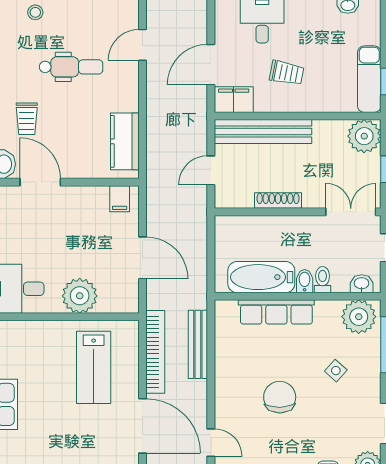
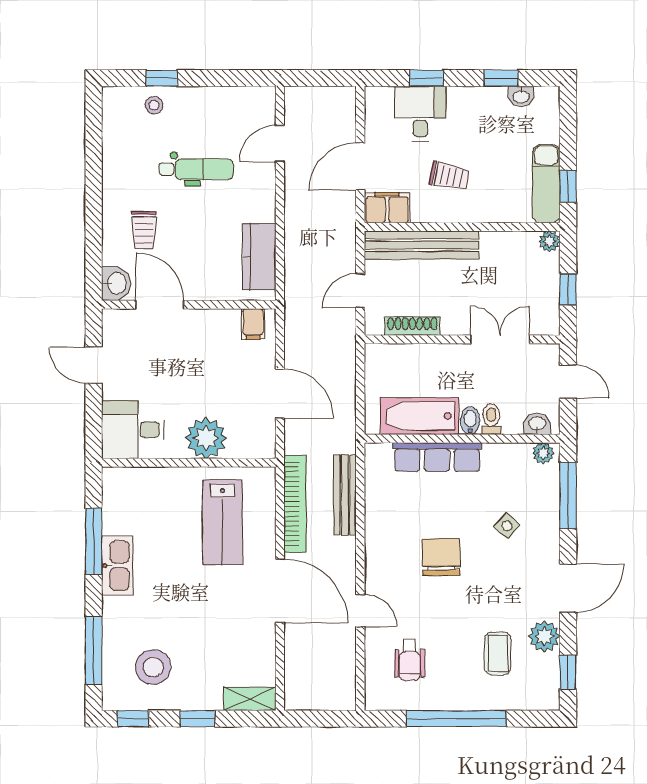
plant: (364, 136) -> (549, 241), width x0.53, depth x0.53
shoe rack: (278, 200) -> (412, 326), moved
double door: (351, 212) -> (500, 339), moved
plant: (359, 317) -> (543, 453), width x0.53, depth x0.53

